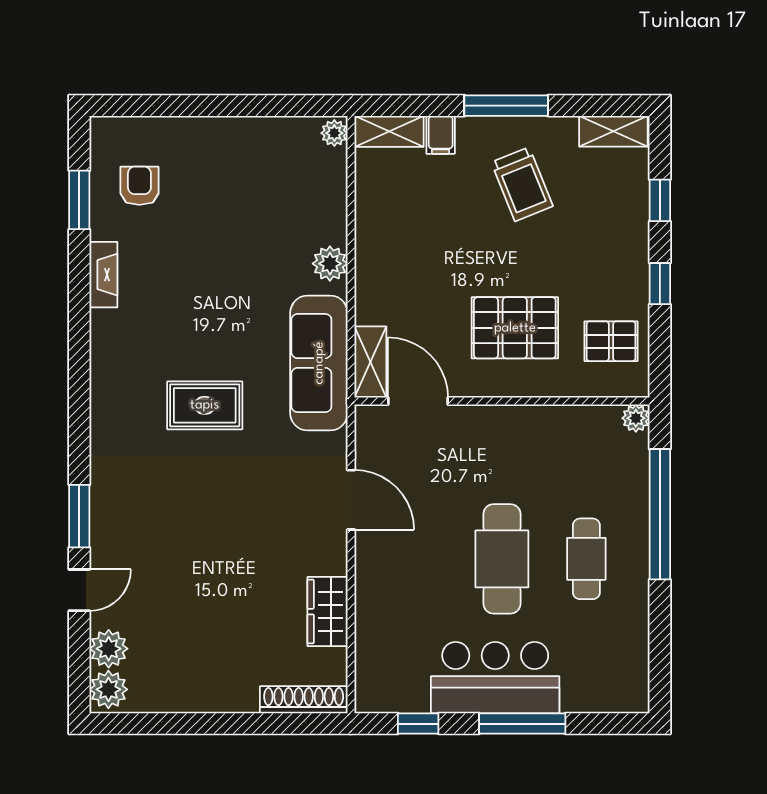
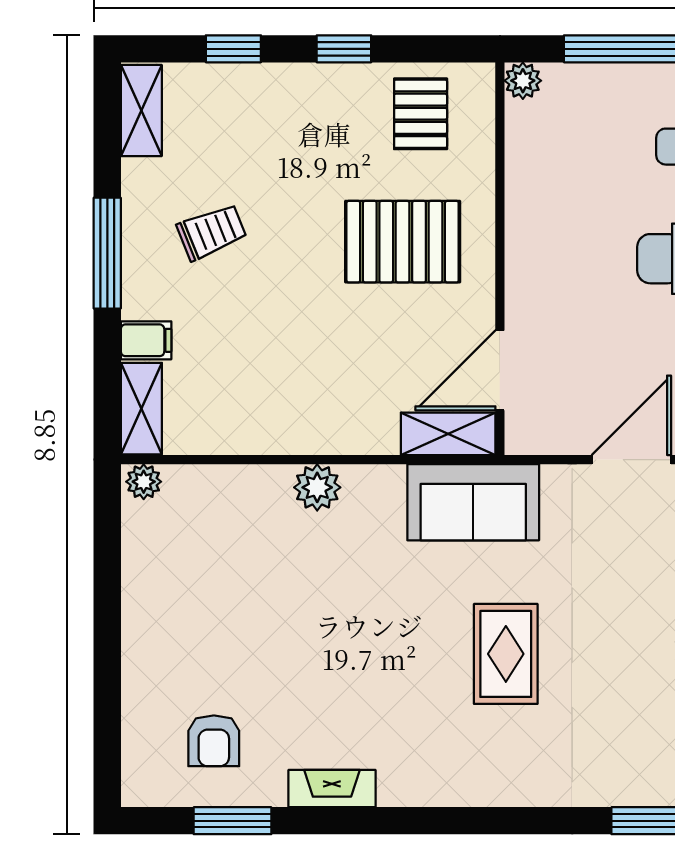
trolley: (522, 184) -> (212, 232), width x0.73, depth x0.72
armchair: (139, 186) -> (214, 741), turned -90
pallet: (515, 328) -> (403, 242), turned 90
sofa: (319, 363) -> (473, 502), width x0.73

